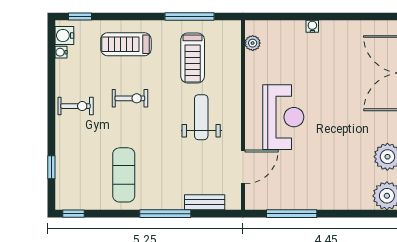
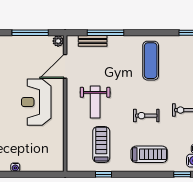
window: (189, 16) -> (104, 174), width x0.46
plant: (253, 43) -> (58, 41), moved
window: (165, 214) -> (105, 33), moved

